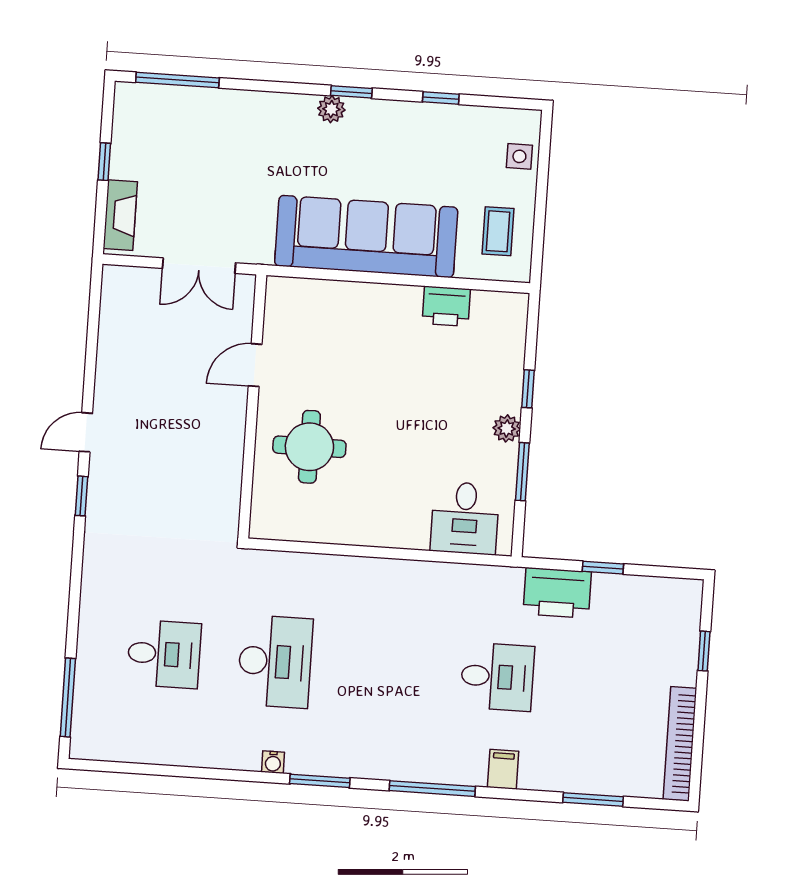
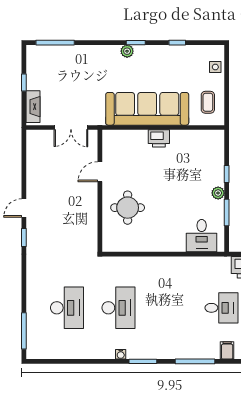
printer: (446, 306) -> (159, 138), moved
desk: (164, 654) -> (67, 308), width x1.37

